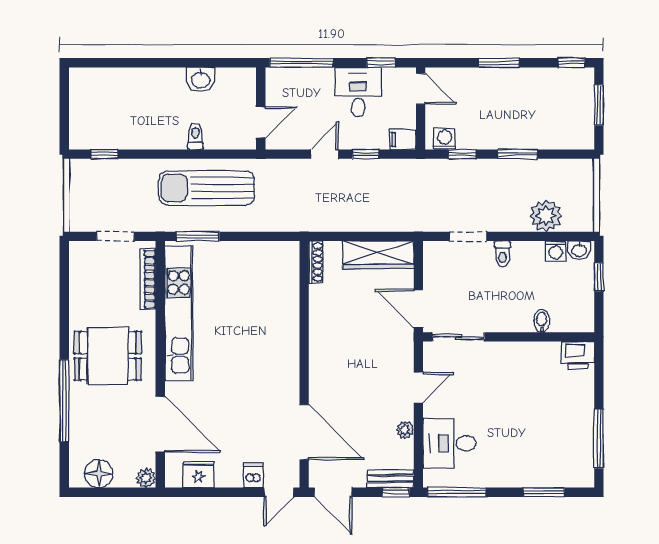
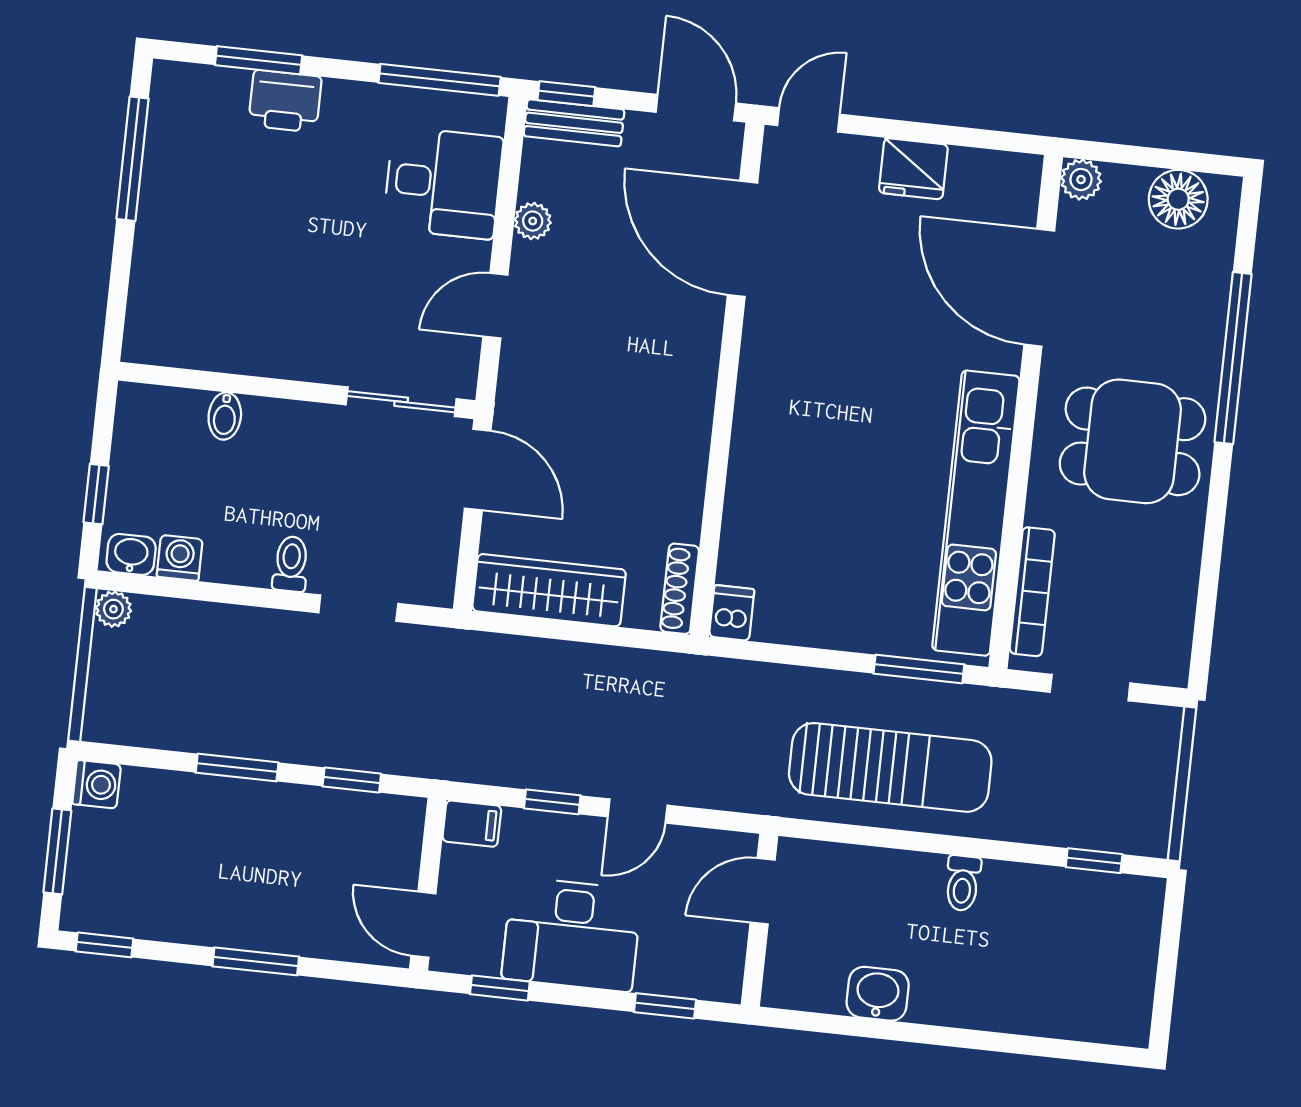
window: (301, 63) -> (665, 1006), width x0.46
desk: (358, 92) -> (572, 934), width x1.37
toilet: (195, 137) -> (963, 883), moved
washing machine: (445, 139) -> (97, 784), moved, turned -90
plant: (546, 216) -> (113, 609), moved, width x0.53, depth x0.53
printer: (578, 355) -> (285, 101), moved, turned 180
fridge: (198, 474) -> (913, 169), moved
dishwasher: (253, 475) -> (732, 613), moved, turned 180

